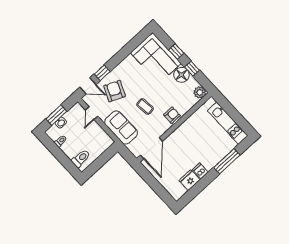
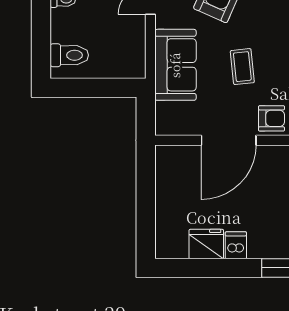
door: (151, 148) -> (229, 140), moved

